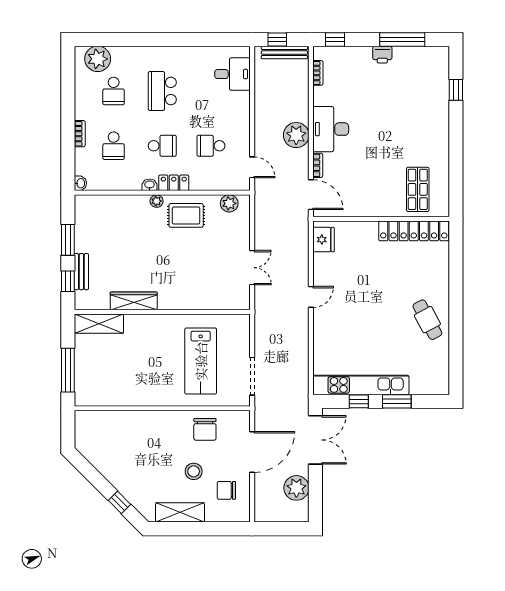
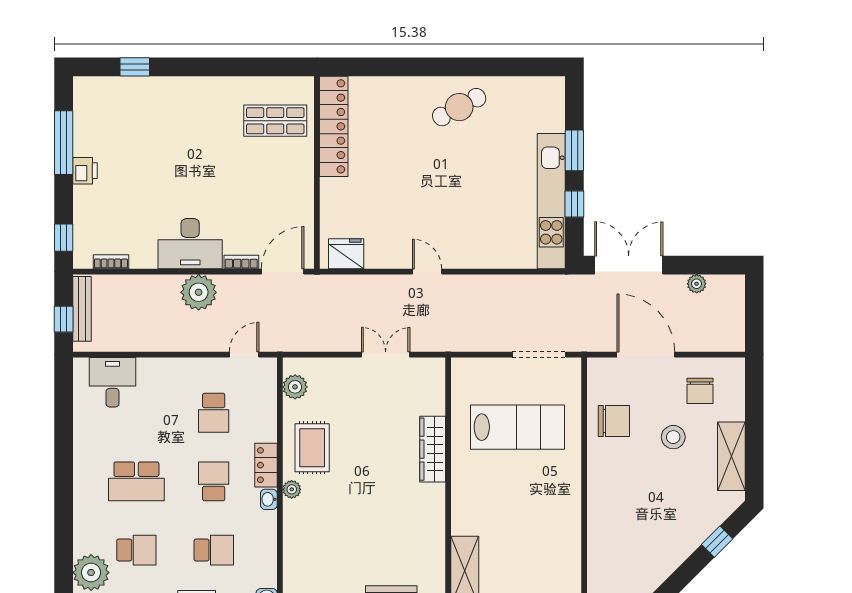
wardrobe: (134, 301) -> (433, 449), moved
plant: (296, 488) -> (697, 284), width x0.53, depth x0.53

